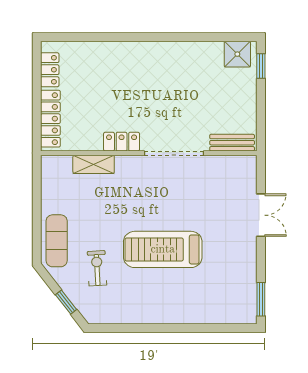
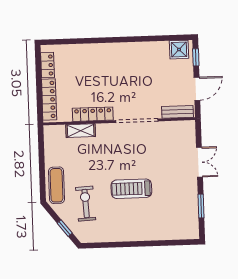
door: (261, 111) -> (197, 89), added
locker: (122, 142) -> (93, 114), width x1.53
treadmill: (163, 249) -> (131, 189), width x0.73, depth x0.73
exercise bike: (97, 268) -> (86, 204), width x1.38, depth x1.39
window: (261, 299) -> (201, 206), moved

